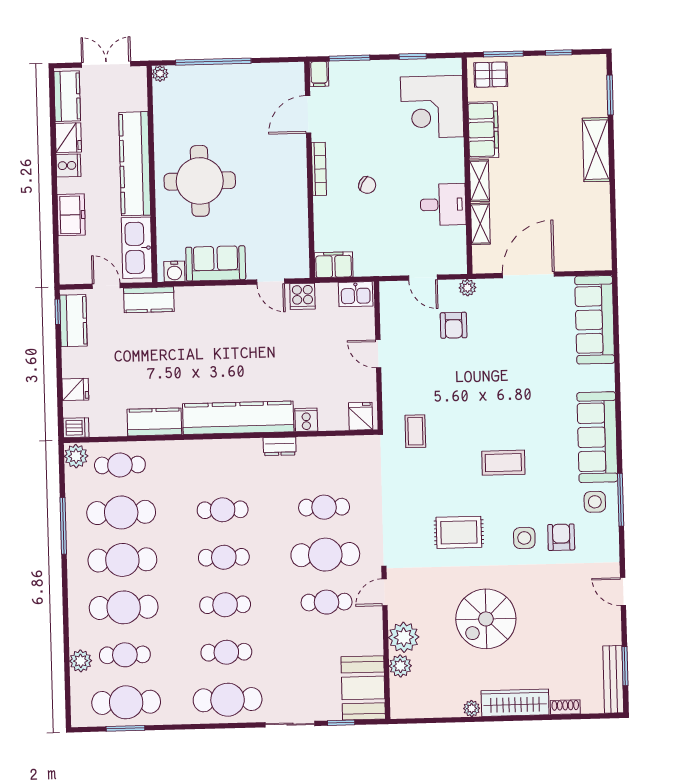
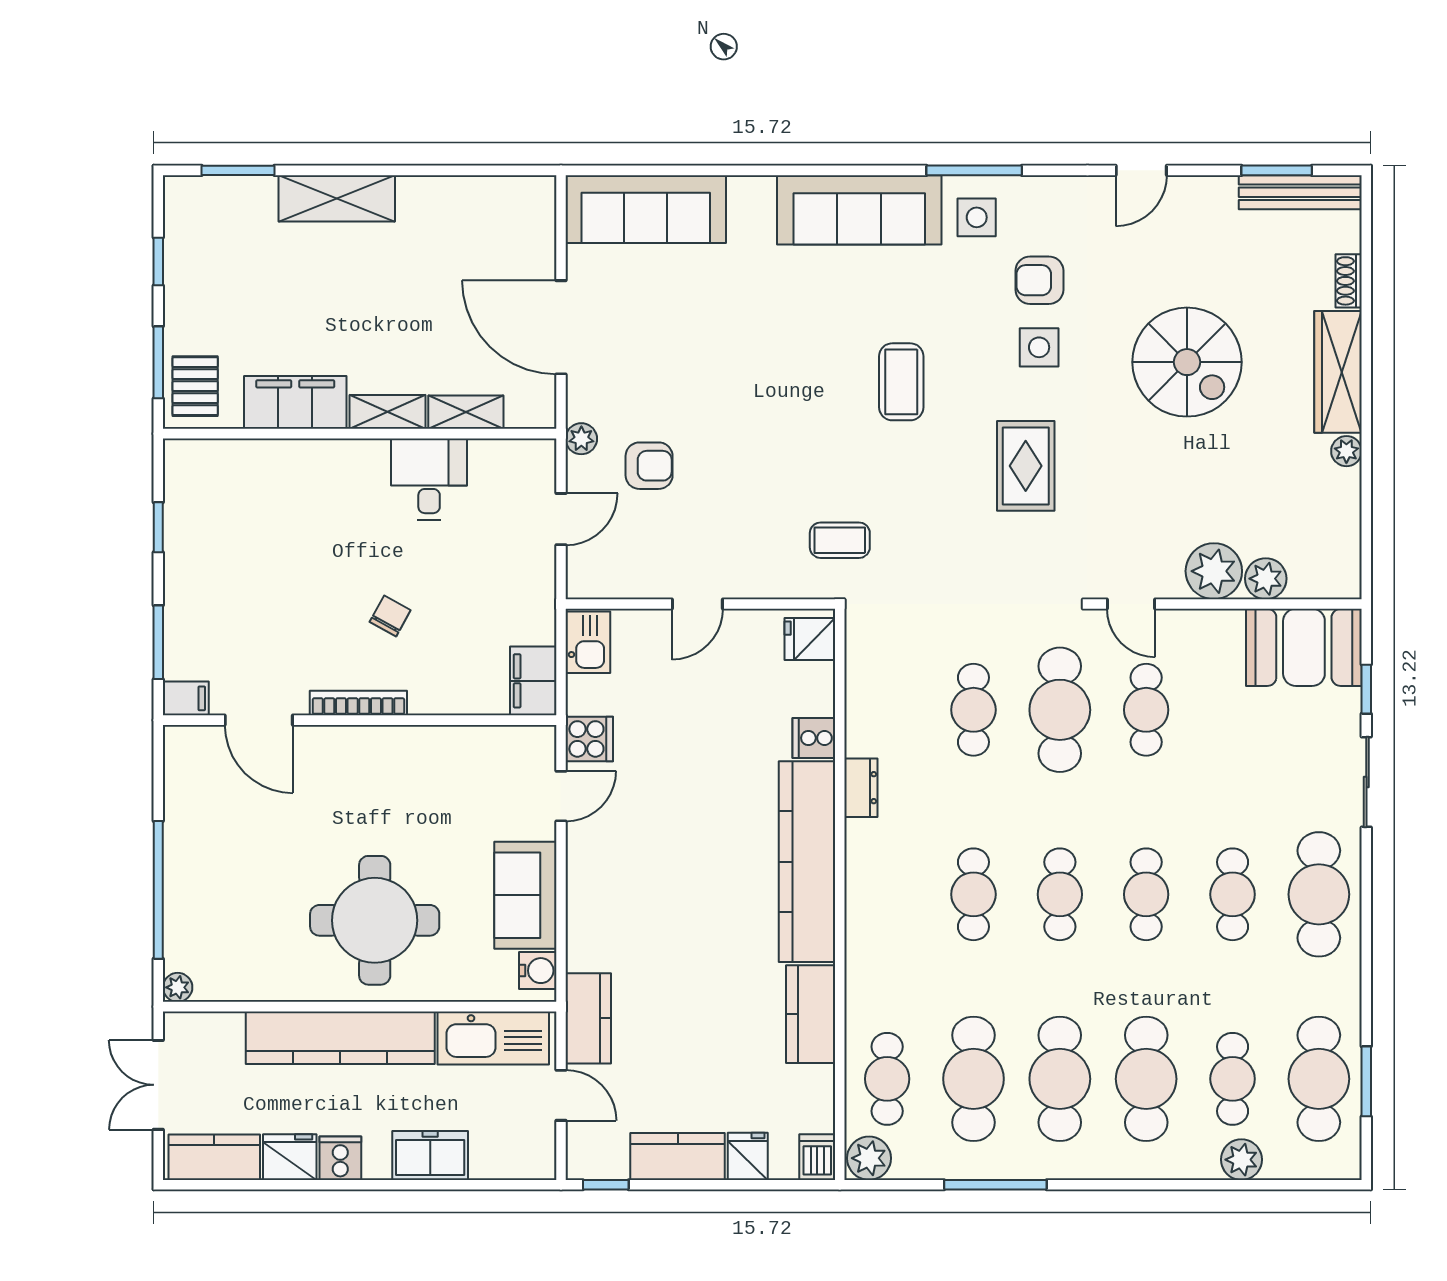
corner desk: (432, 107) -> (251, 494), removed
door: (106, 286) -> (561, 1095), swing flipped
kitchen counter: (73, 321) -> (678, 1156), moved
spiral stairs: (486, 619) -> (1187, 362), moved

